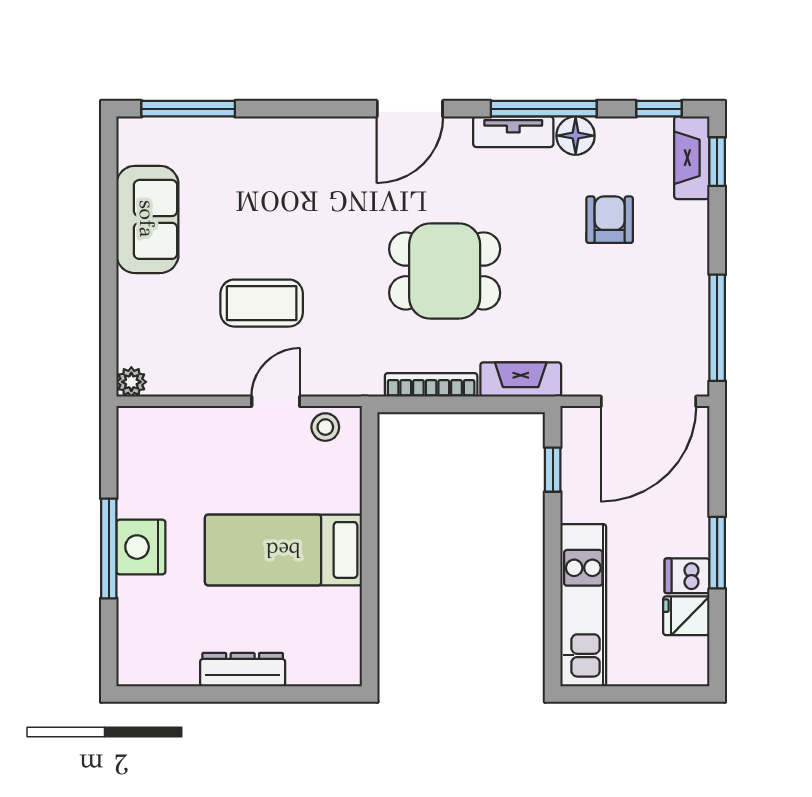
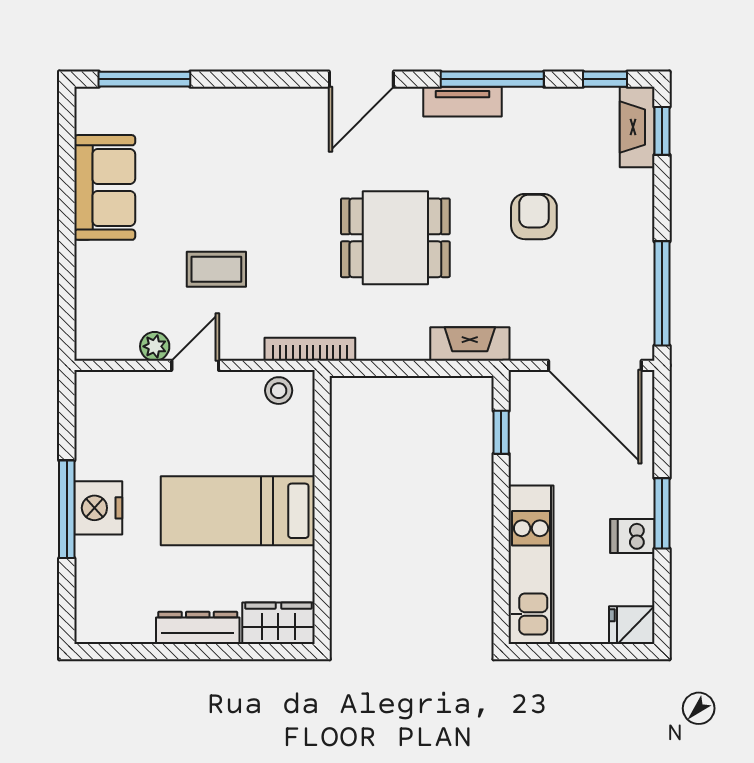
floor lamp: (576, 136) -> (523, 105), removed
armchair: (610, 220) -> (534, 217), moved
coffee table: (262, 303) -> (216, 269), width x0.73, depth x0.77
plant: (131, 382) -> (155, 346), moved
bookcase: (431, 385) -> (310, 349), moved
door: (276, 401) -> (195, 365), moved
door: (649, 401) -> (595, 365), hinge flipped
fridge: (686, 616) -> (632, 625), moved
wardrobe: (325, 665) -> (278, 623), added

